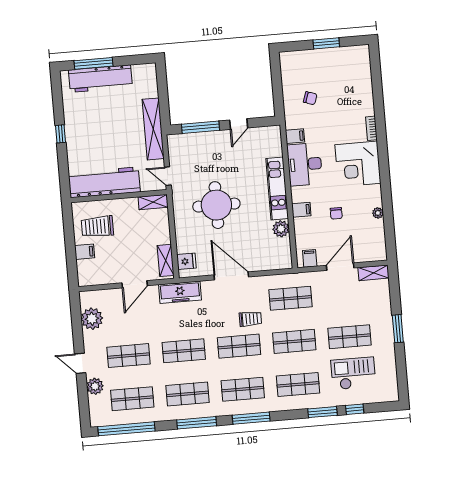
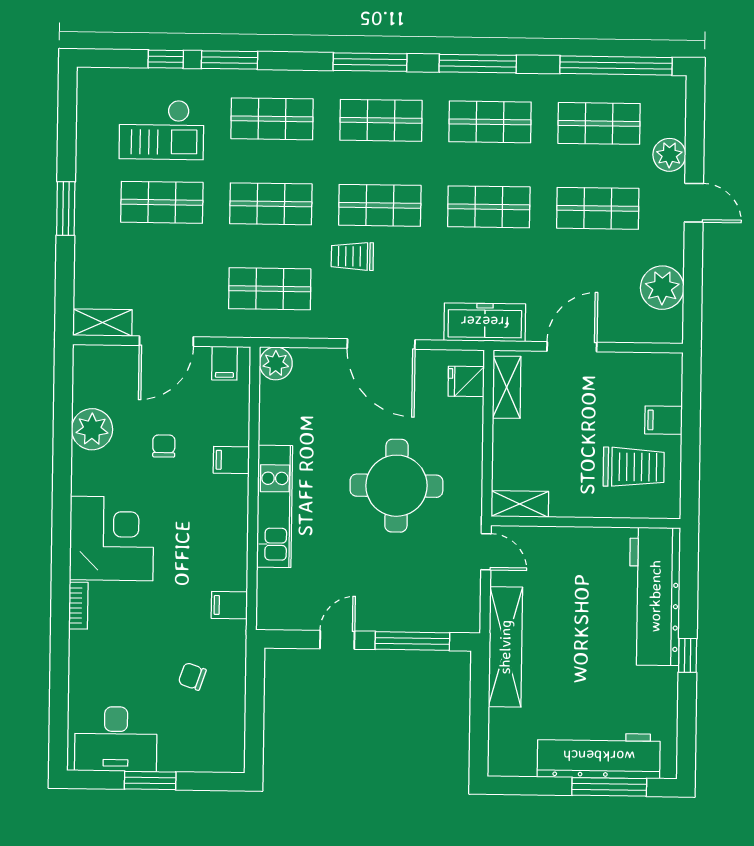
desk: (305, 164) -> (116, 739), moved, turned 90
workbench: (104, 182) -> (655, 596), moved, turned 90
plant: (378, 213) -> (92, 429), width x1.88, depth x1.88
plant: (281, 229) -> (276, 363), moved

